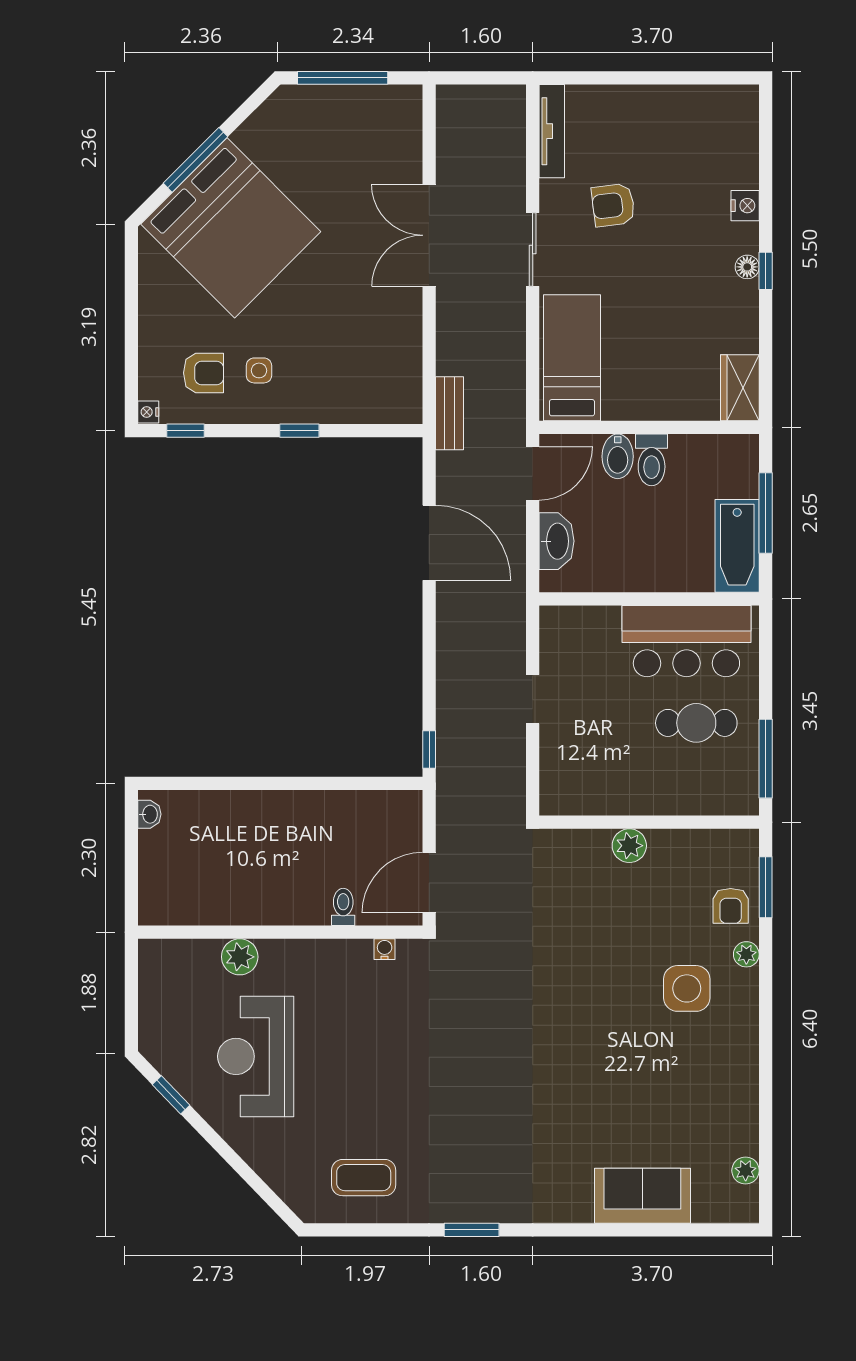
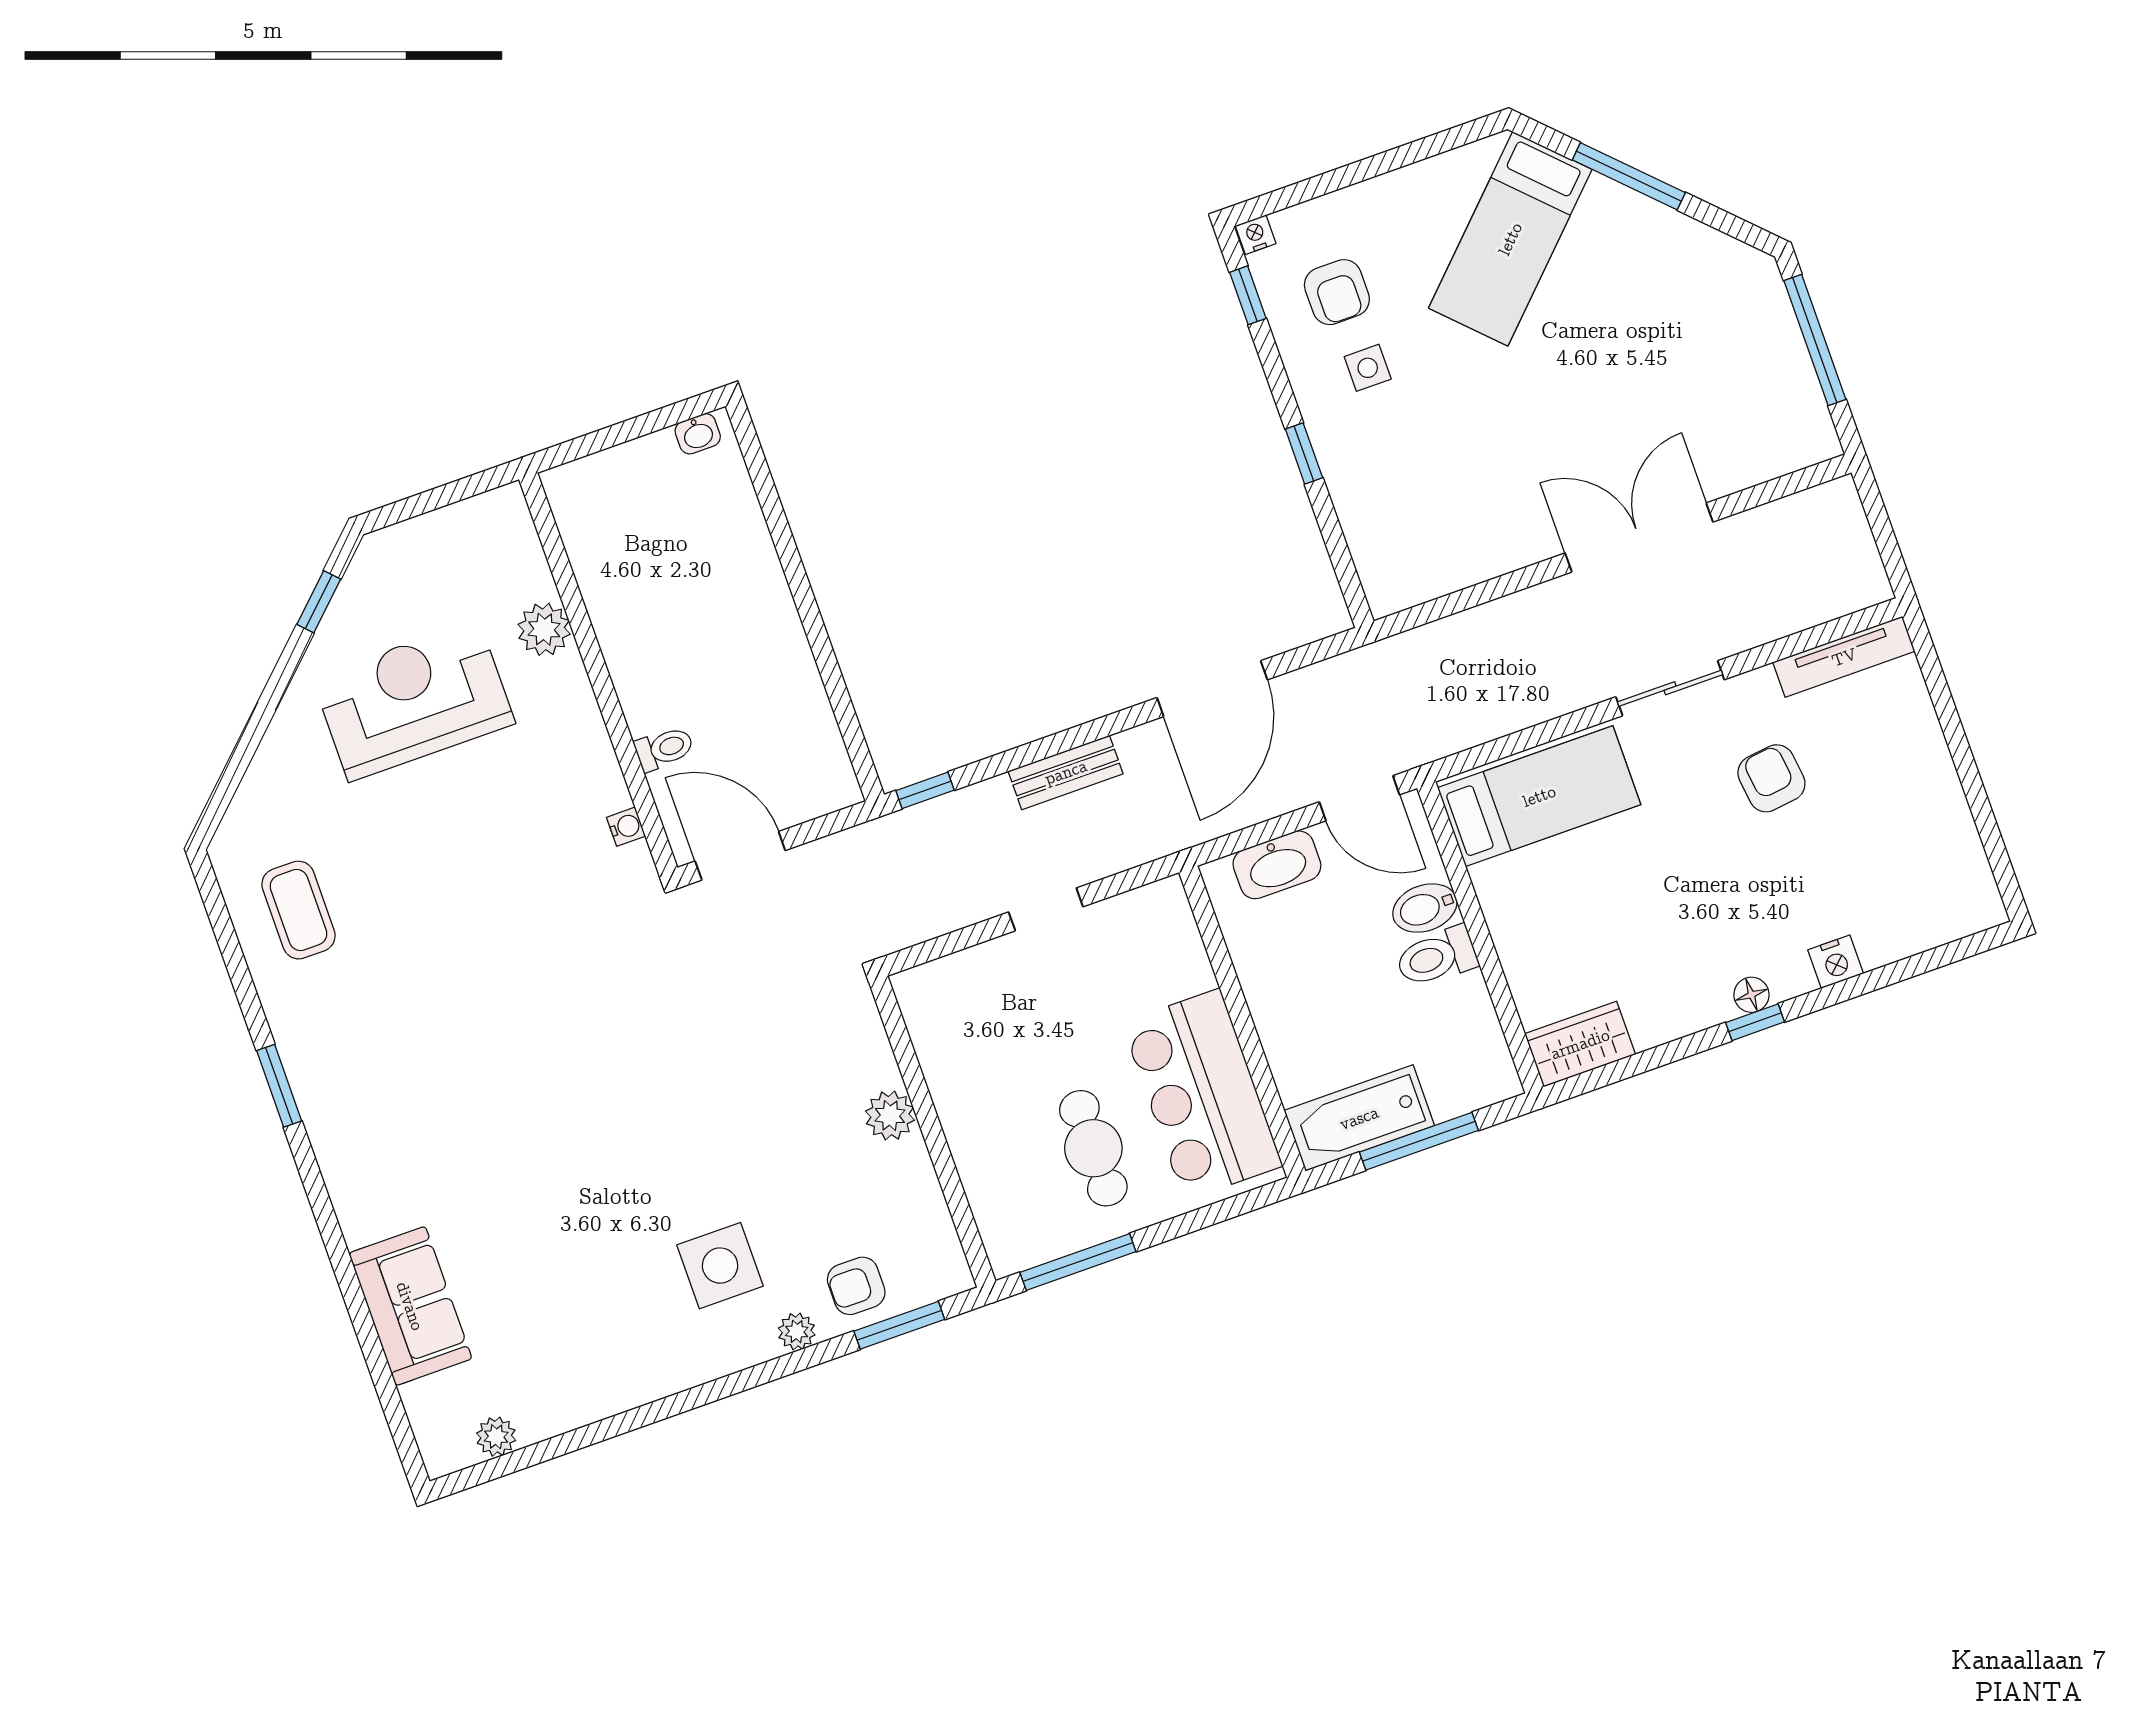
bed: (231, 228) -> (1510, 239), width x0.49
bench: (449, 413) -> (1066, 772), moved

